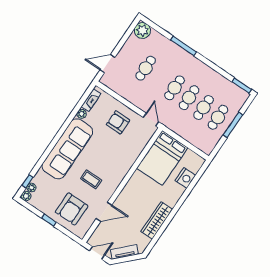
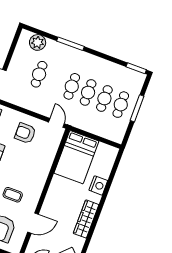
plant: (142, 31) -> (38, 42), moved
nightstand: (185, 178) -> (98, 185), moved

